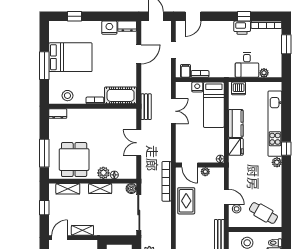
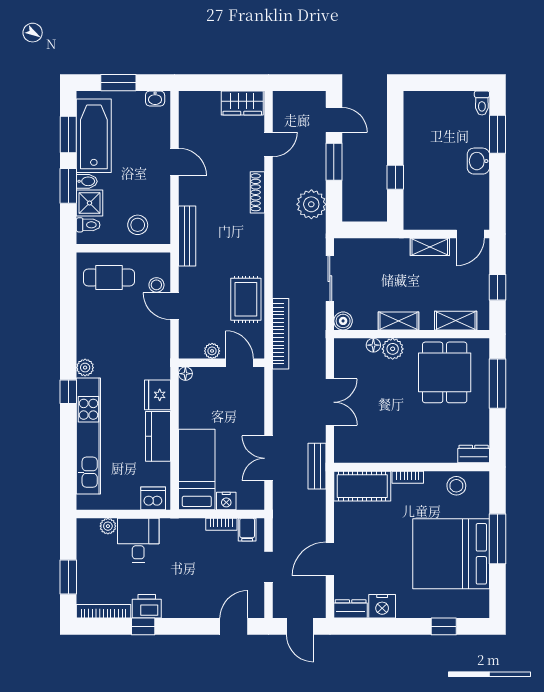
bed: (70, 57) -> (451, 554), width x1.36
sliding door: (139, 212) -> (330, 279), width x0.73
cafe table: (263, 213) -> (109, 278), turned -30

